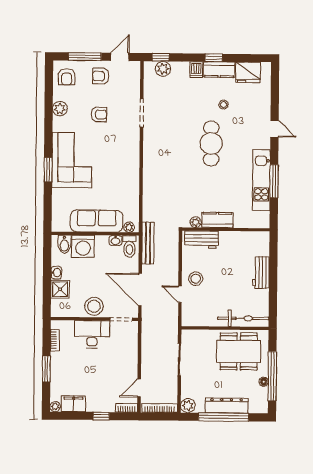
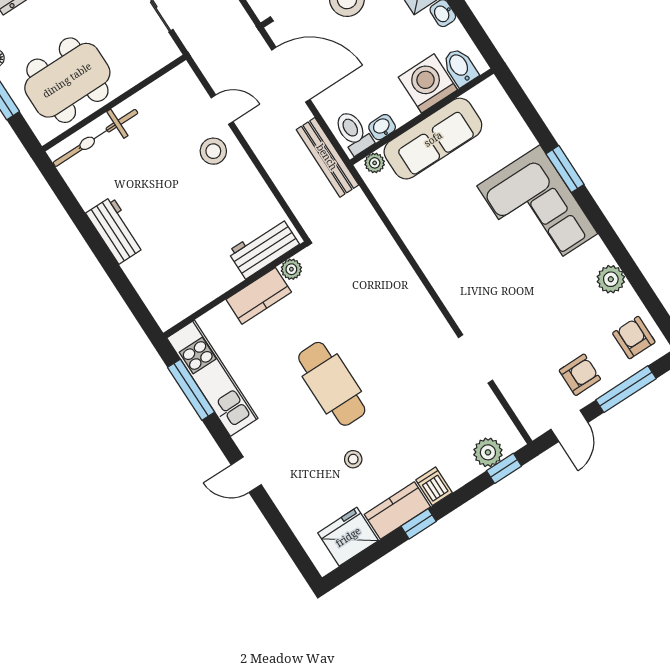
armchair: (99, 114) -> (542, 311), removed
kitchen counter: (217, 220) -> (259, 296), moved
plant: (196, 222) -> (291, 269), moved
wall: (226, 229) -> (235, 290), moved
workbench: (202, 240) -> (264, 248), moved

